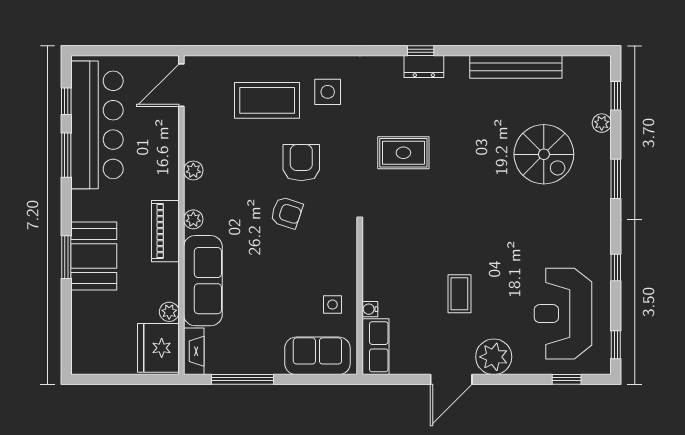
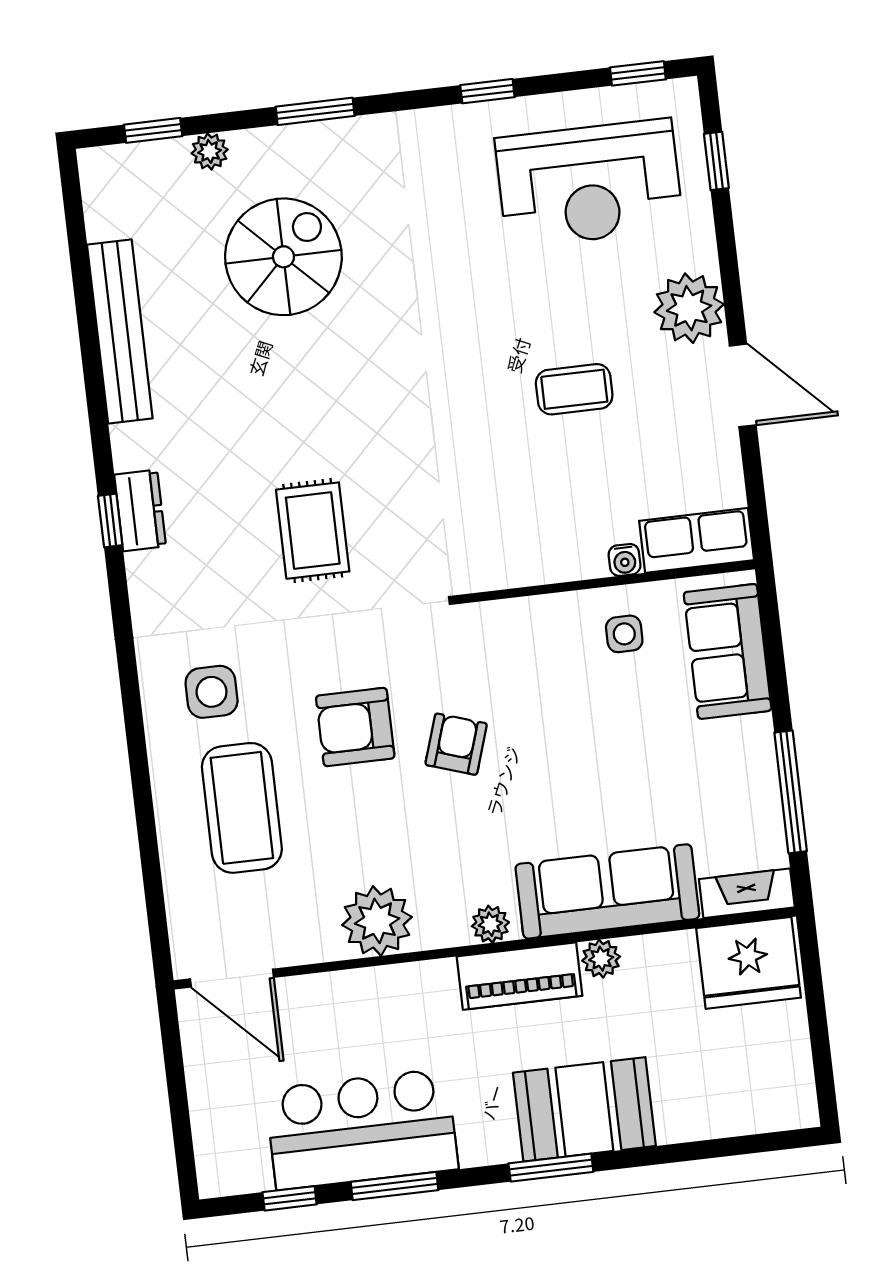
bar counter: (97, 125) -> (362, 1129), width x0.73
plant: (193, 170) -> (377, 921), width x1.88, depth x1.88
window: (66, 257) -> (551, 1168), moved
plant: (169, 312) -> (601, 959), moved

